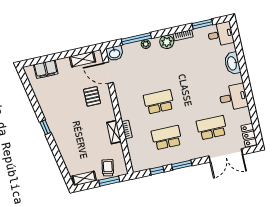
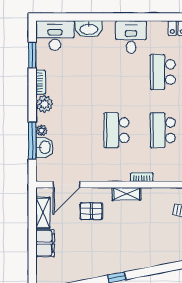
desk: (221, 34) -> (55, 36), width x1.37
washbasin: (115, 53) -> (44, 147), moved
filing cabinet: (46, 69) -> (45, 243), moved
shelving: (114, 132) -> (126, 194), moved

